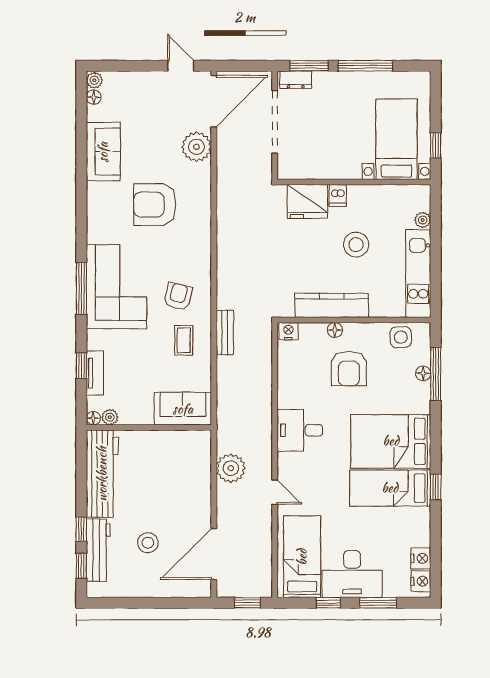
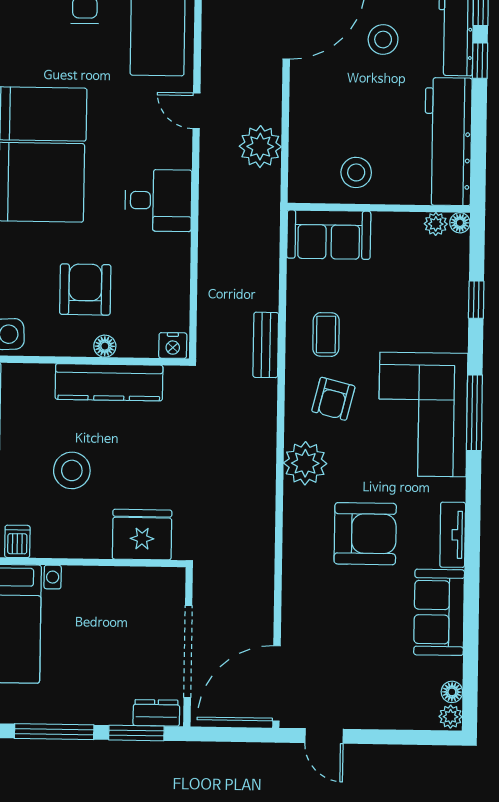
plant: (197, 147) -> (305, 463), moved
dishwasher: (338, 195) -> (17, 541), moved
tv unit: (95, 373) -> (453, 535), moved
stool: (165, 452) -> (356, 172), added

